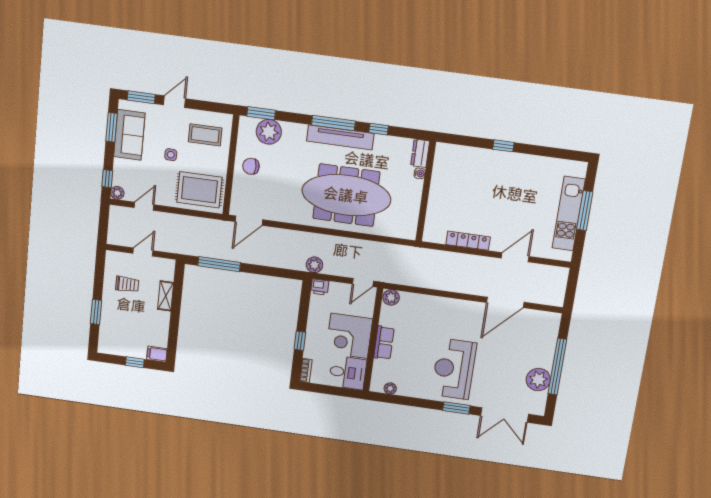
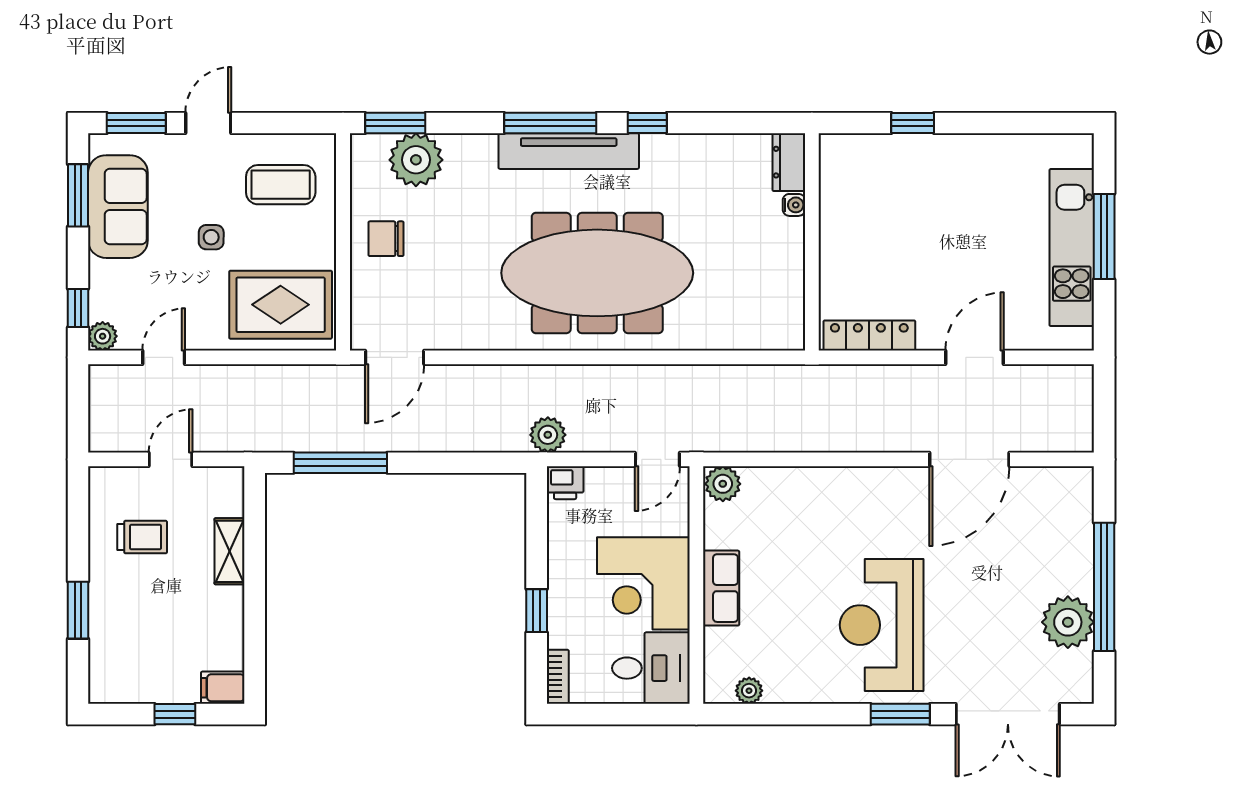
dresser: (420, 153) -> (789, 162), moved
water cooler: (420, 173) -> (794, 205), moved
wall: (426, 192) -> (812, 242), moved

